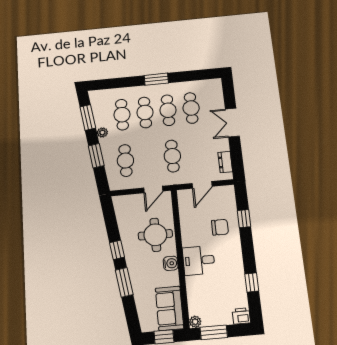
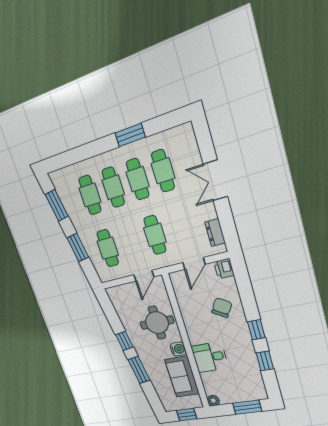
window: (156, 79) -> (130, 135), moved
plant: (102, 132) -> (76, 220), removed
window: (244, 219) -> (256, 330), moved
chair: (220, 227) -> (222, 308), turned -59
desk: (199, 260) -> (210, 357), moved
sofa: (169, 308) -> (182, 377), moved
printer: (241, 316) -> (224, 269), moved, turned -90
window: (214, 332) -> (247, 407), moved

